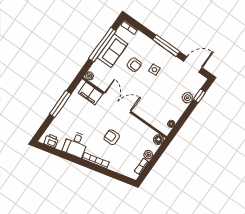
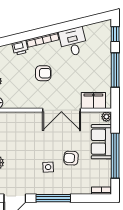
sofa: (112, 51) -> (101, 142), moved
window: (43, 129) -> (115, 34), added
printer: (51, 141) -> (20, 48), moved

